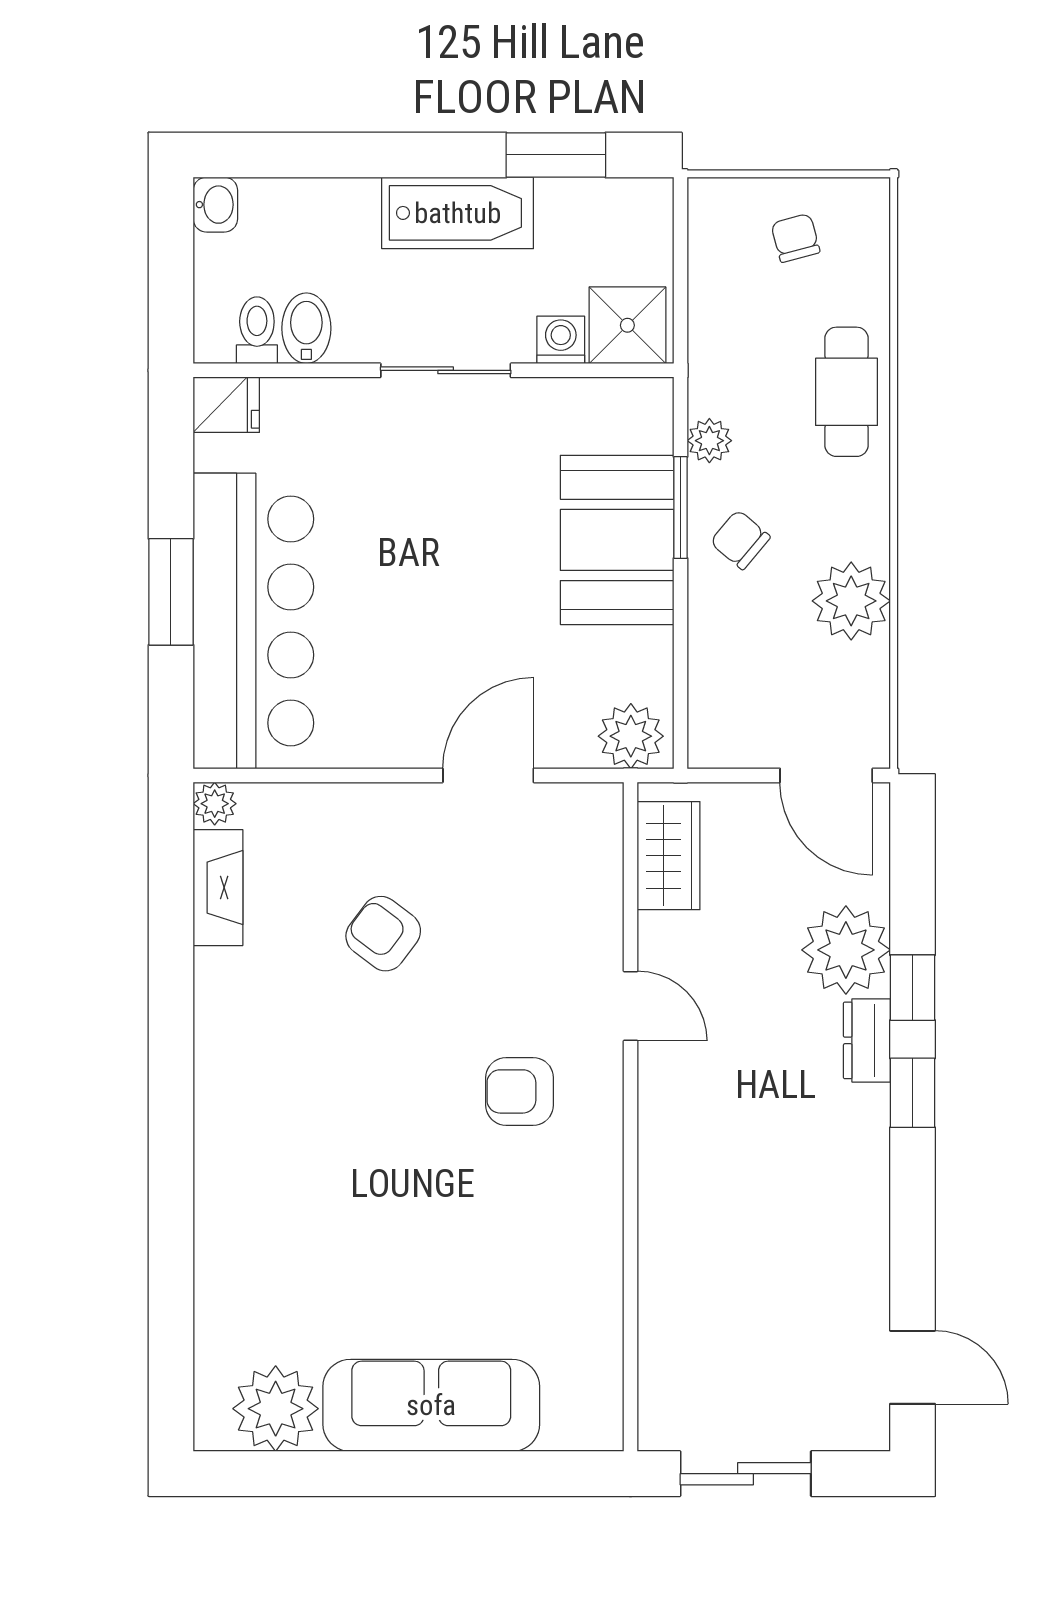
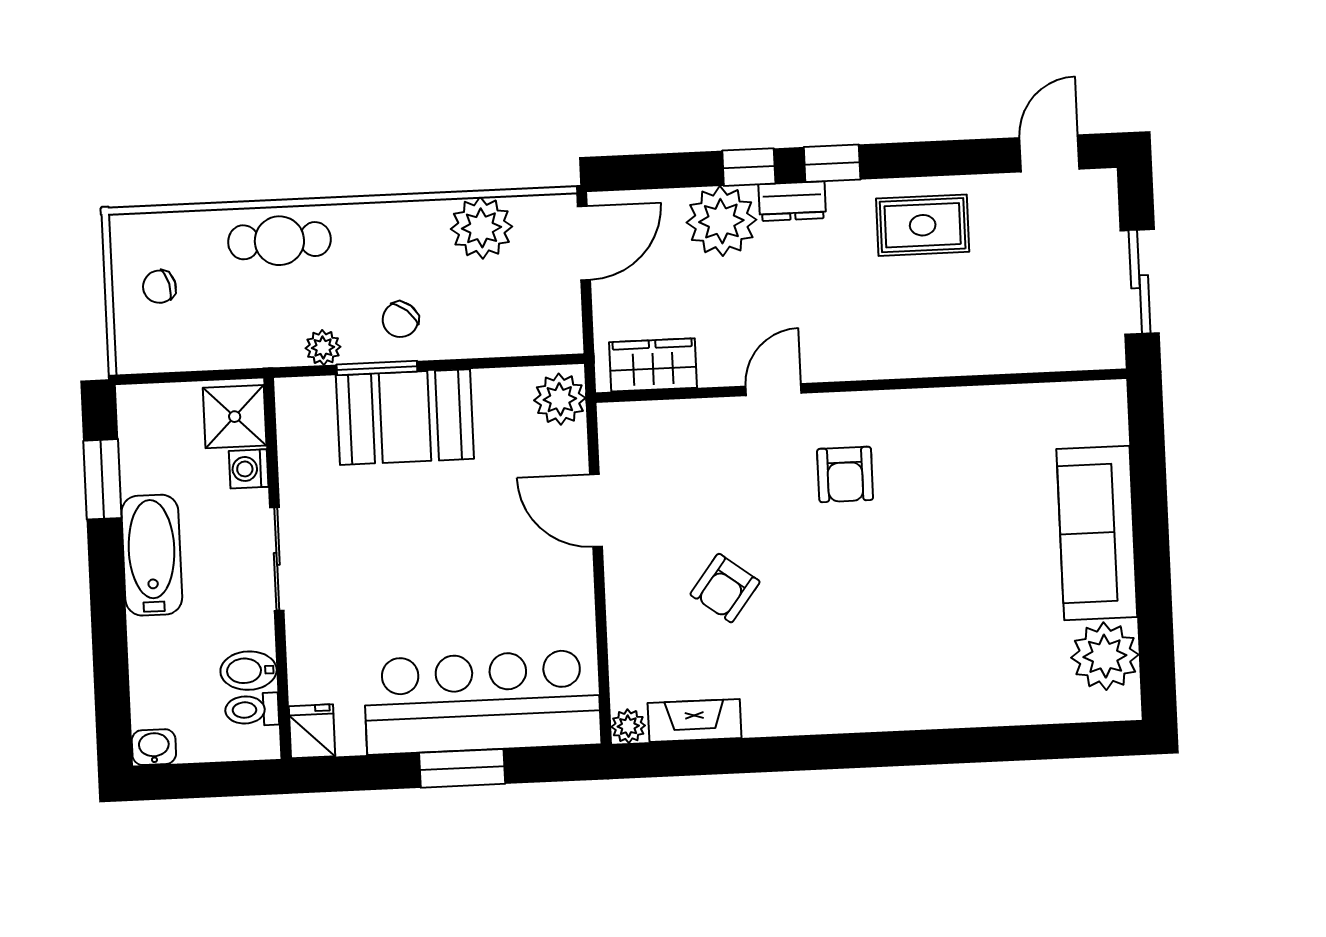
plant: (851, 601) -> (481, 228), moved
rug: (829, 1203) -> (923, 225), added

